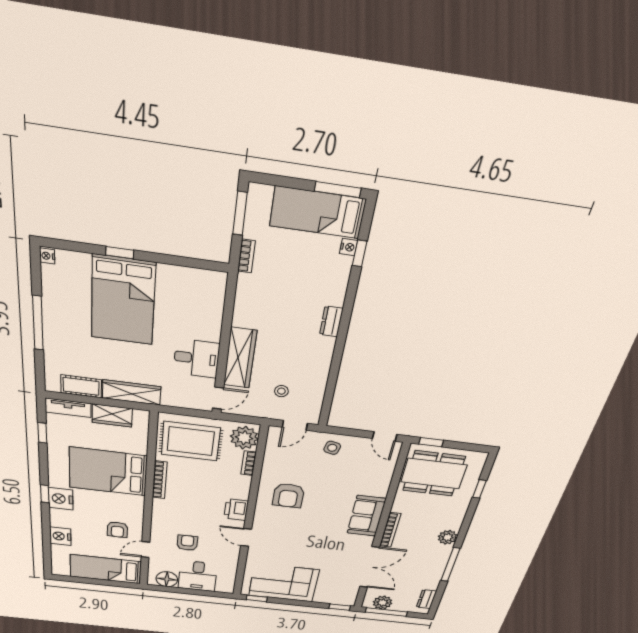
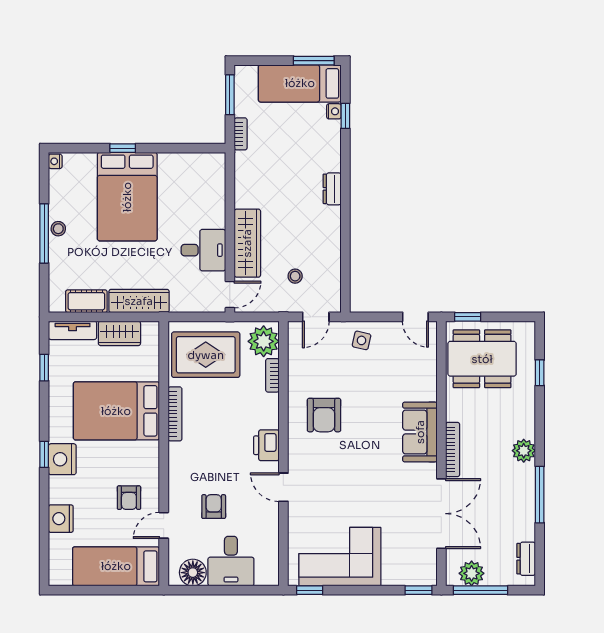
stool: (52, 321) -> (58, 229), added

